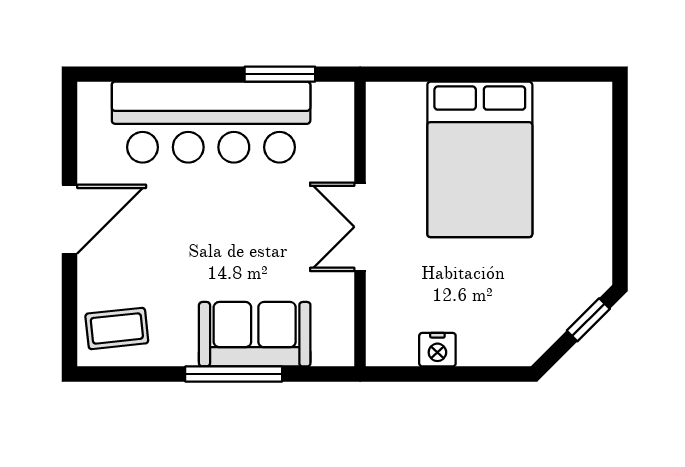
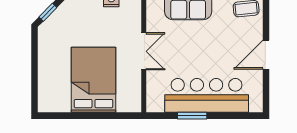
window: (280, 74) -> (192, 116), moved

